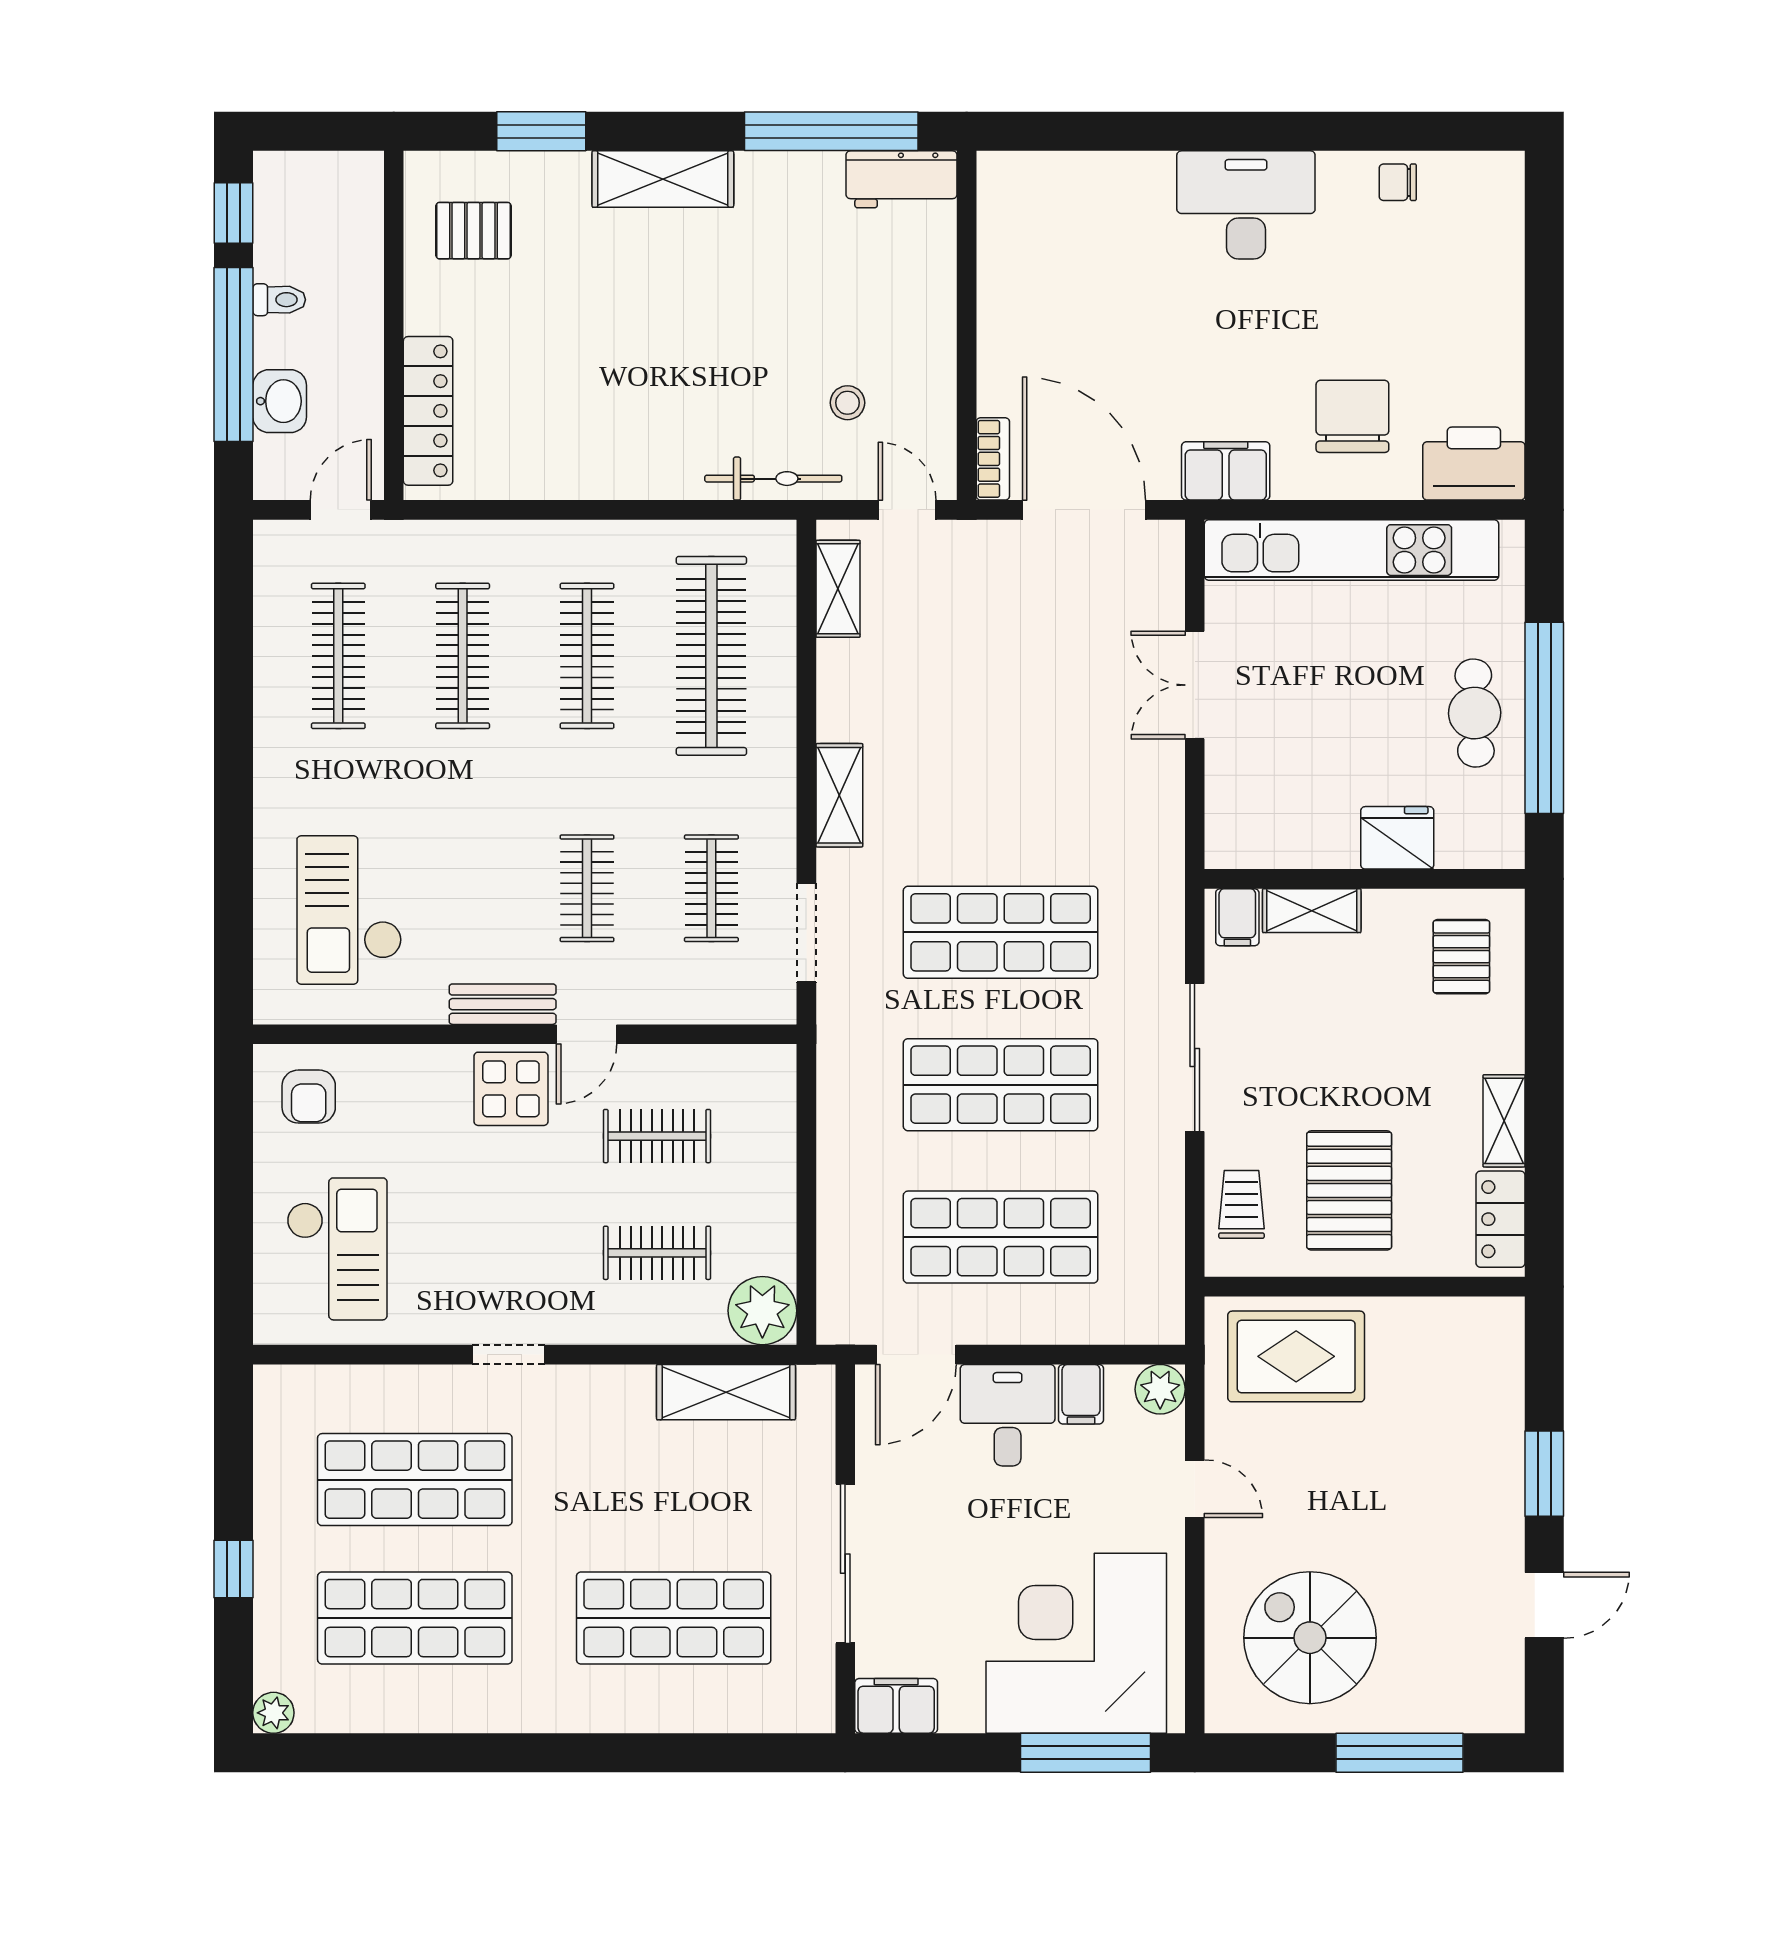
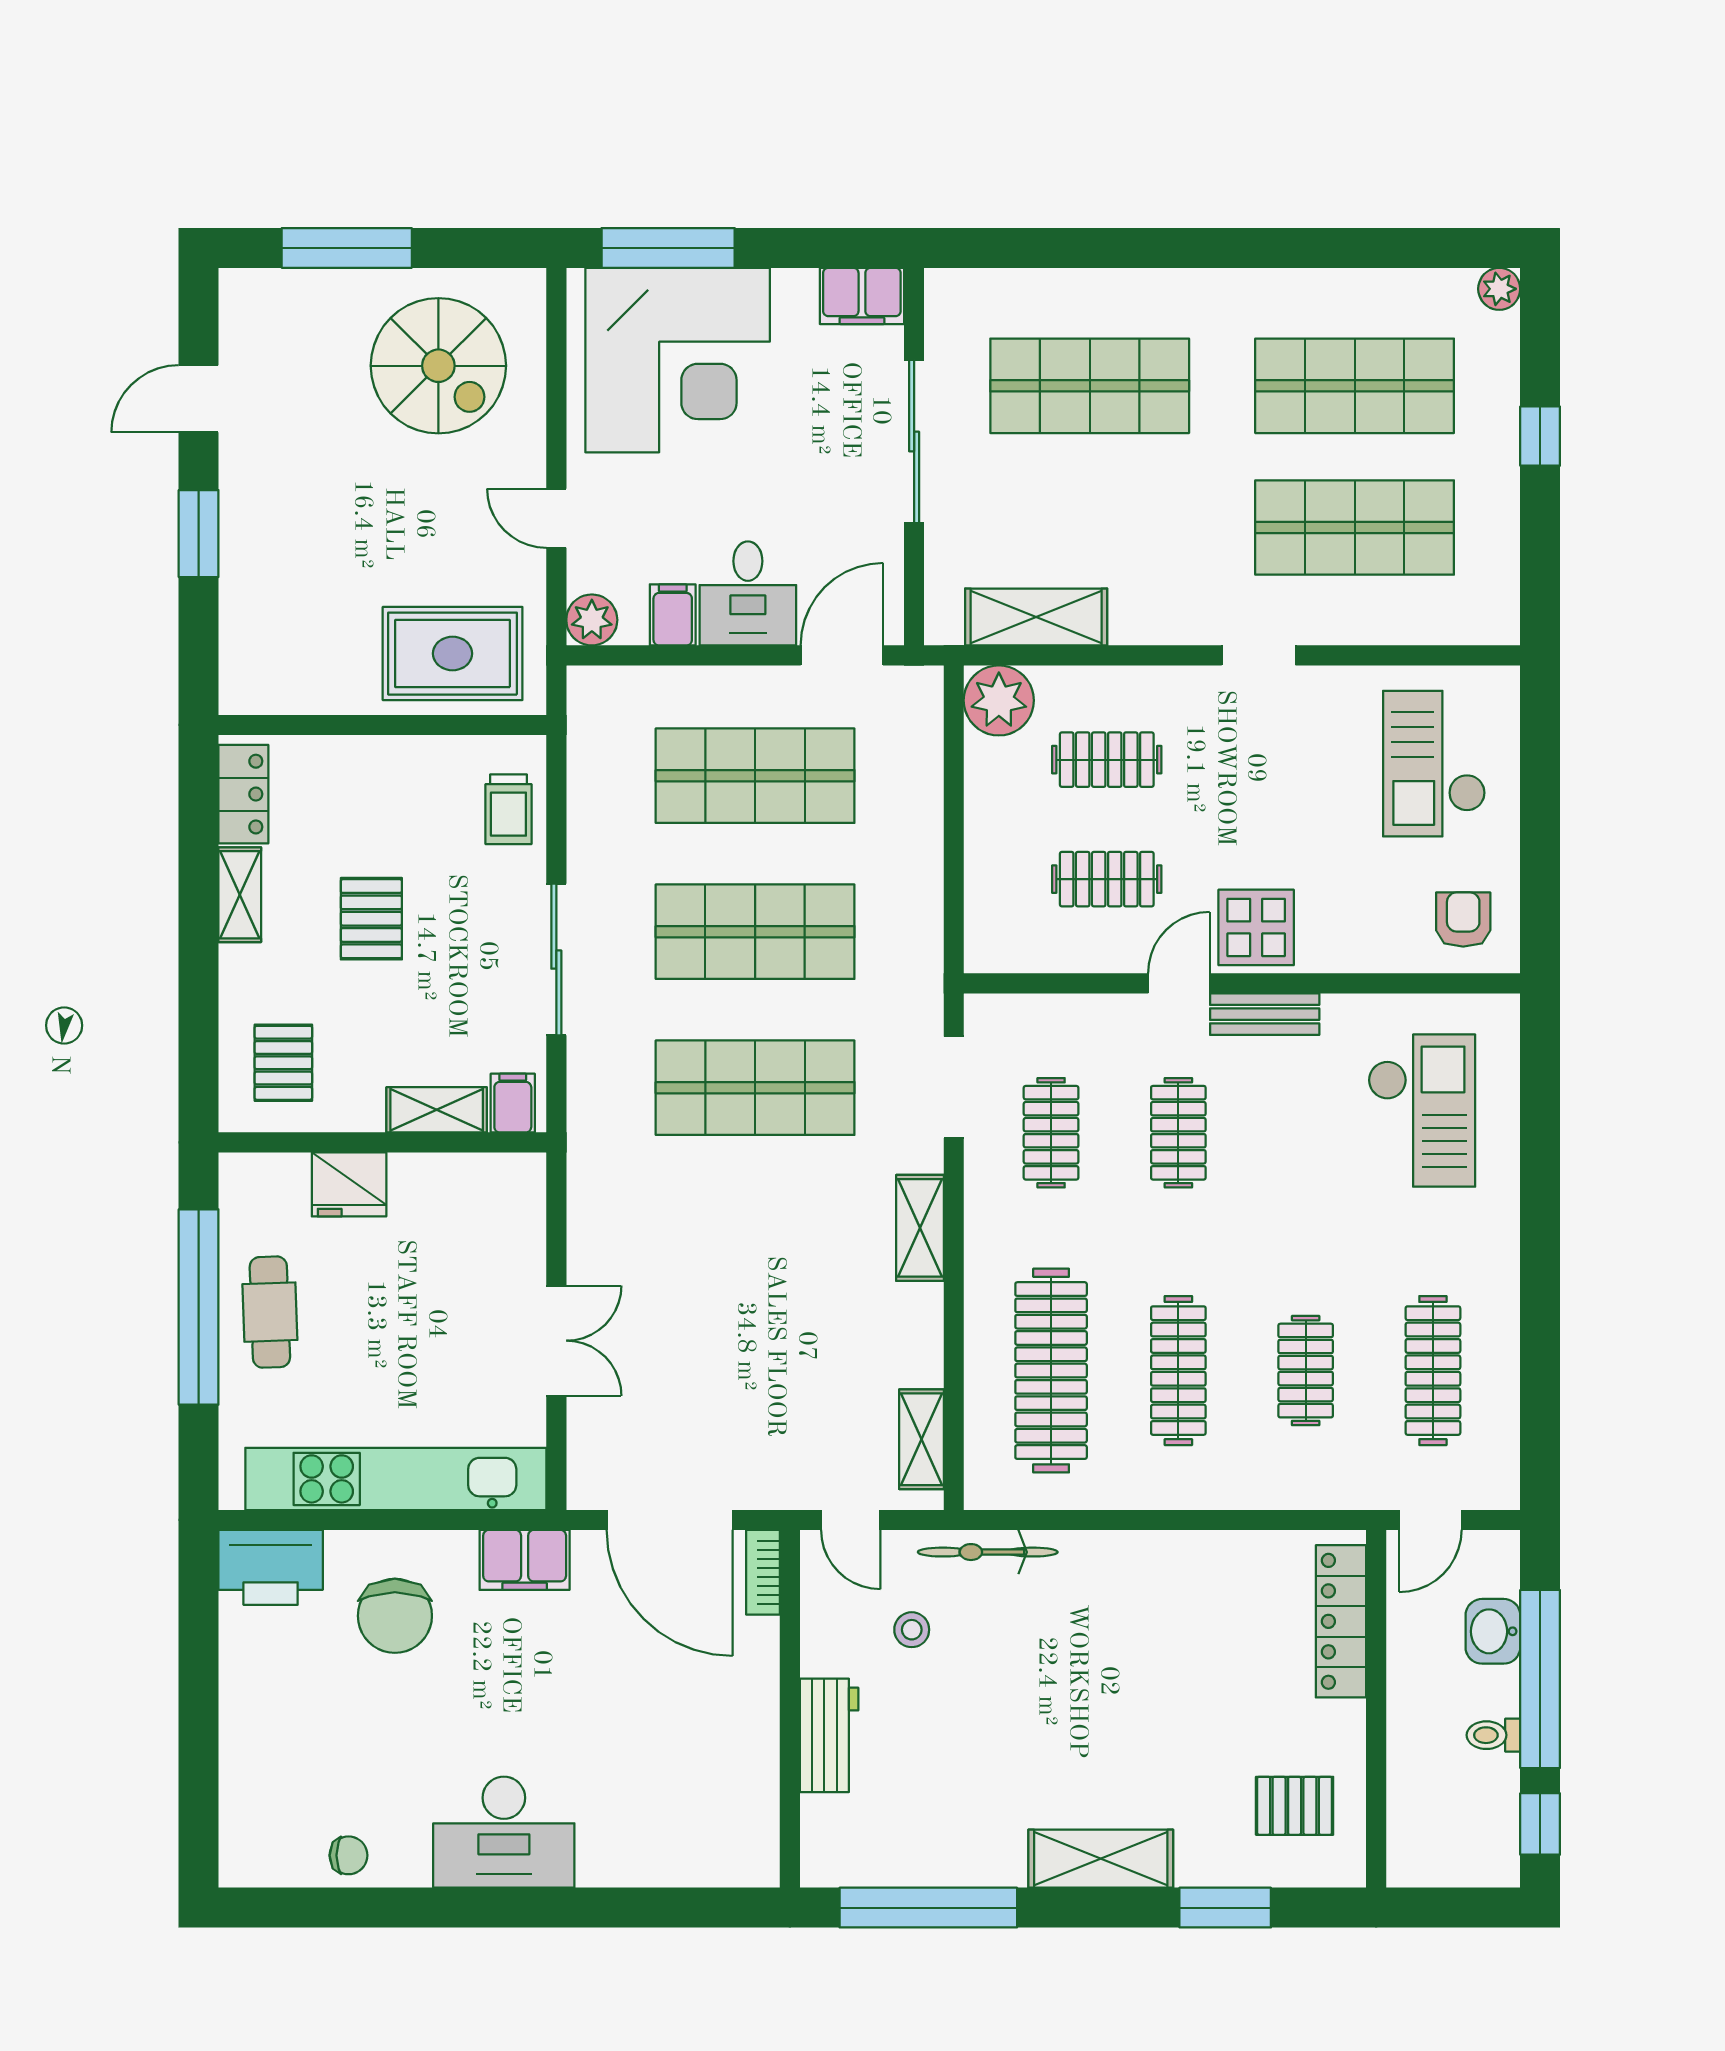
workbench: (901, 179) -> (829, 1735), moved, turned 90
clothes rail: (463, 656) -> (1306, 1371), width x0.73
pallet: (1349, 1190) -> (371, 919), moved, width x0.67, depth x0.71

